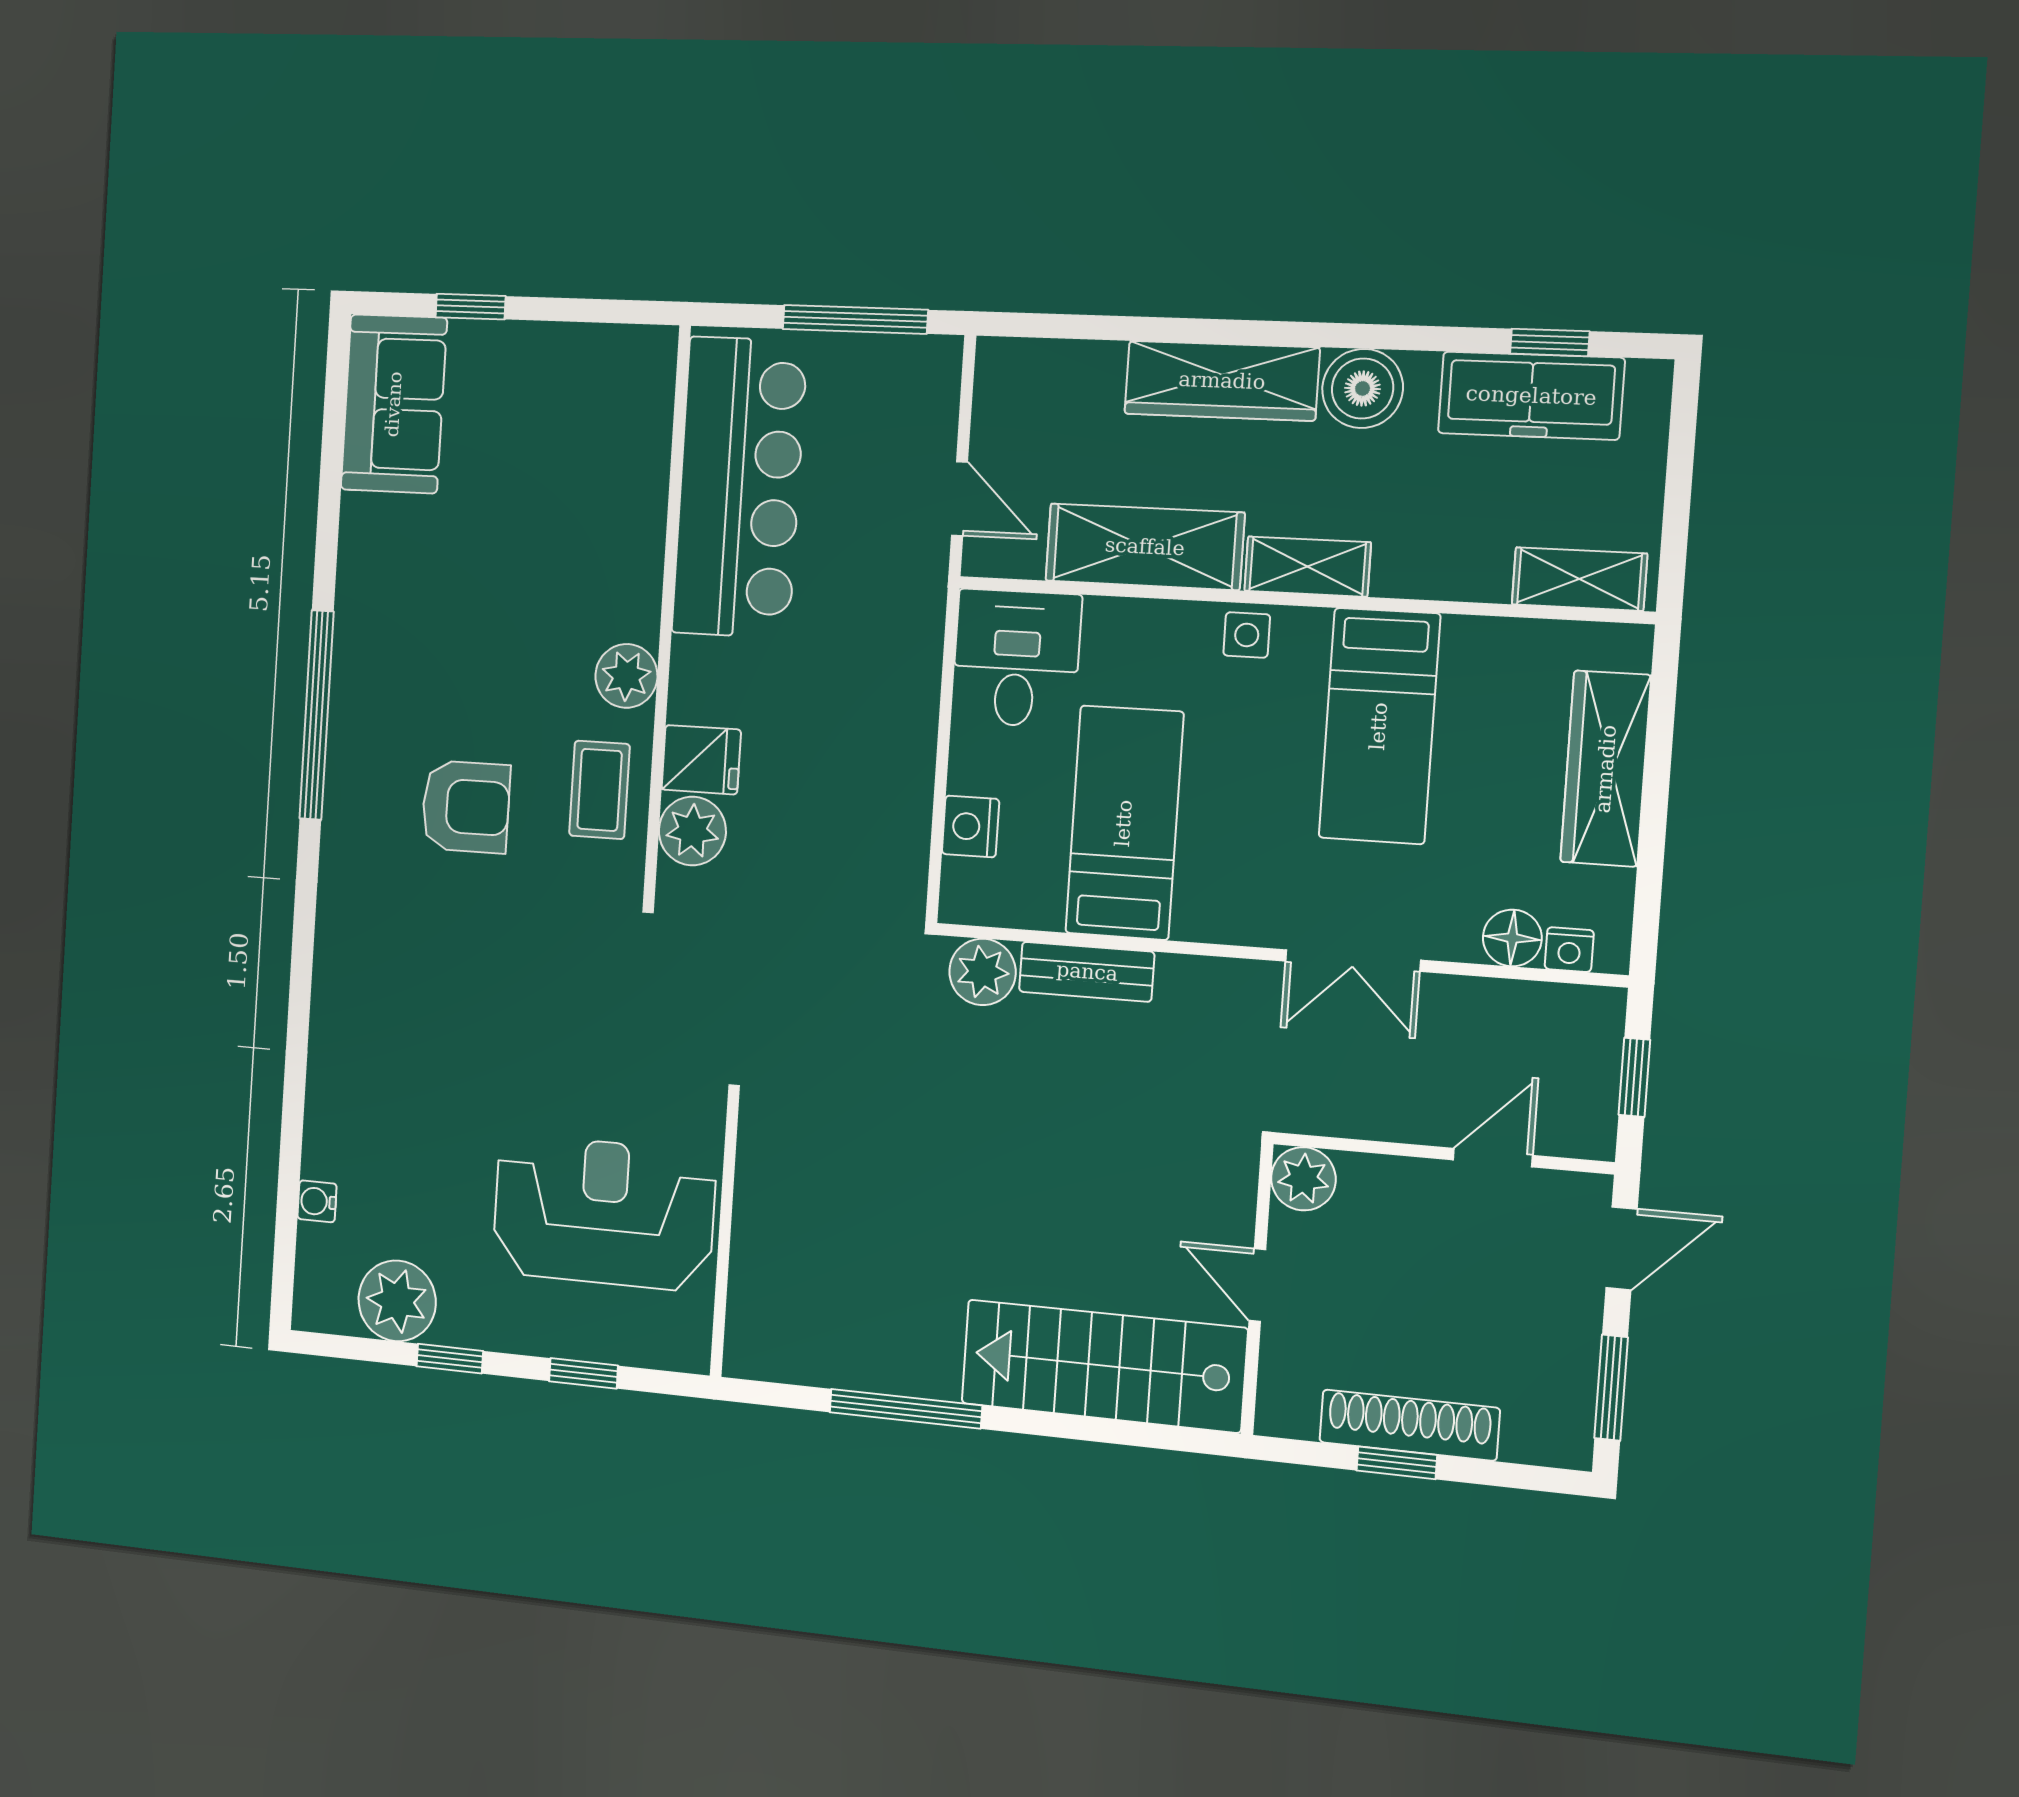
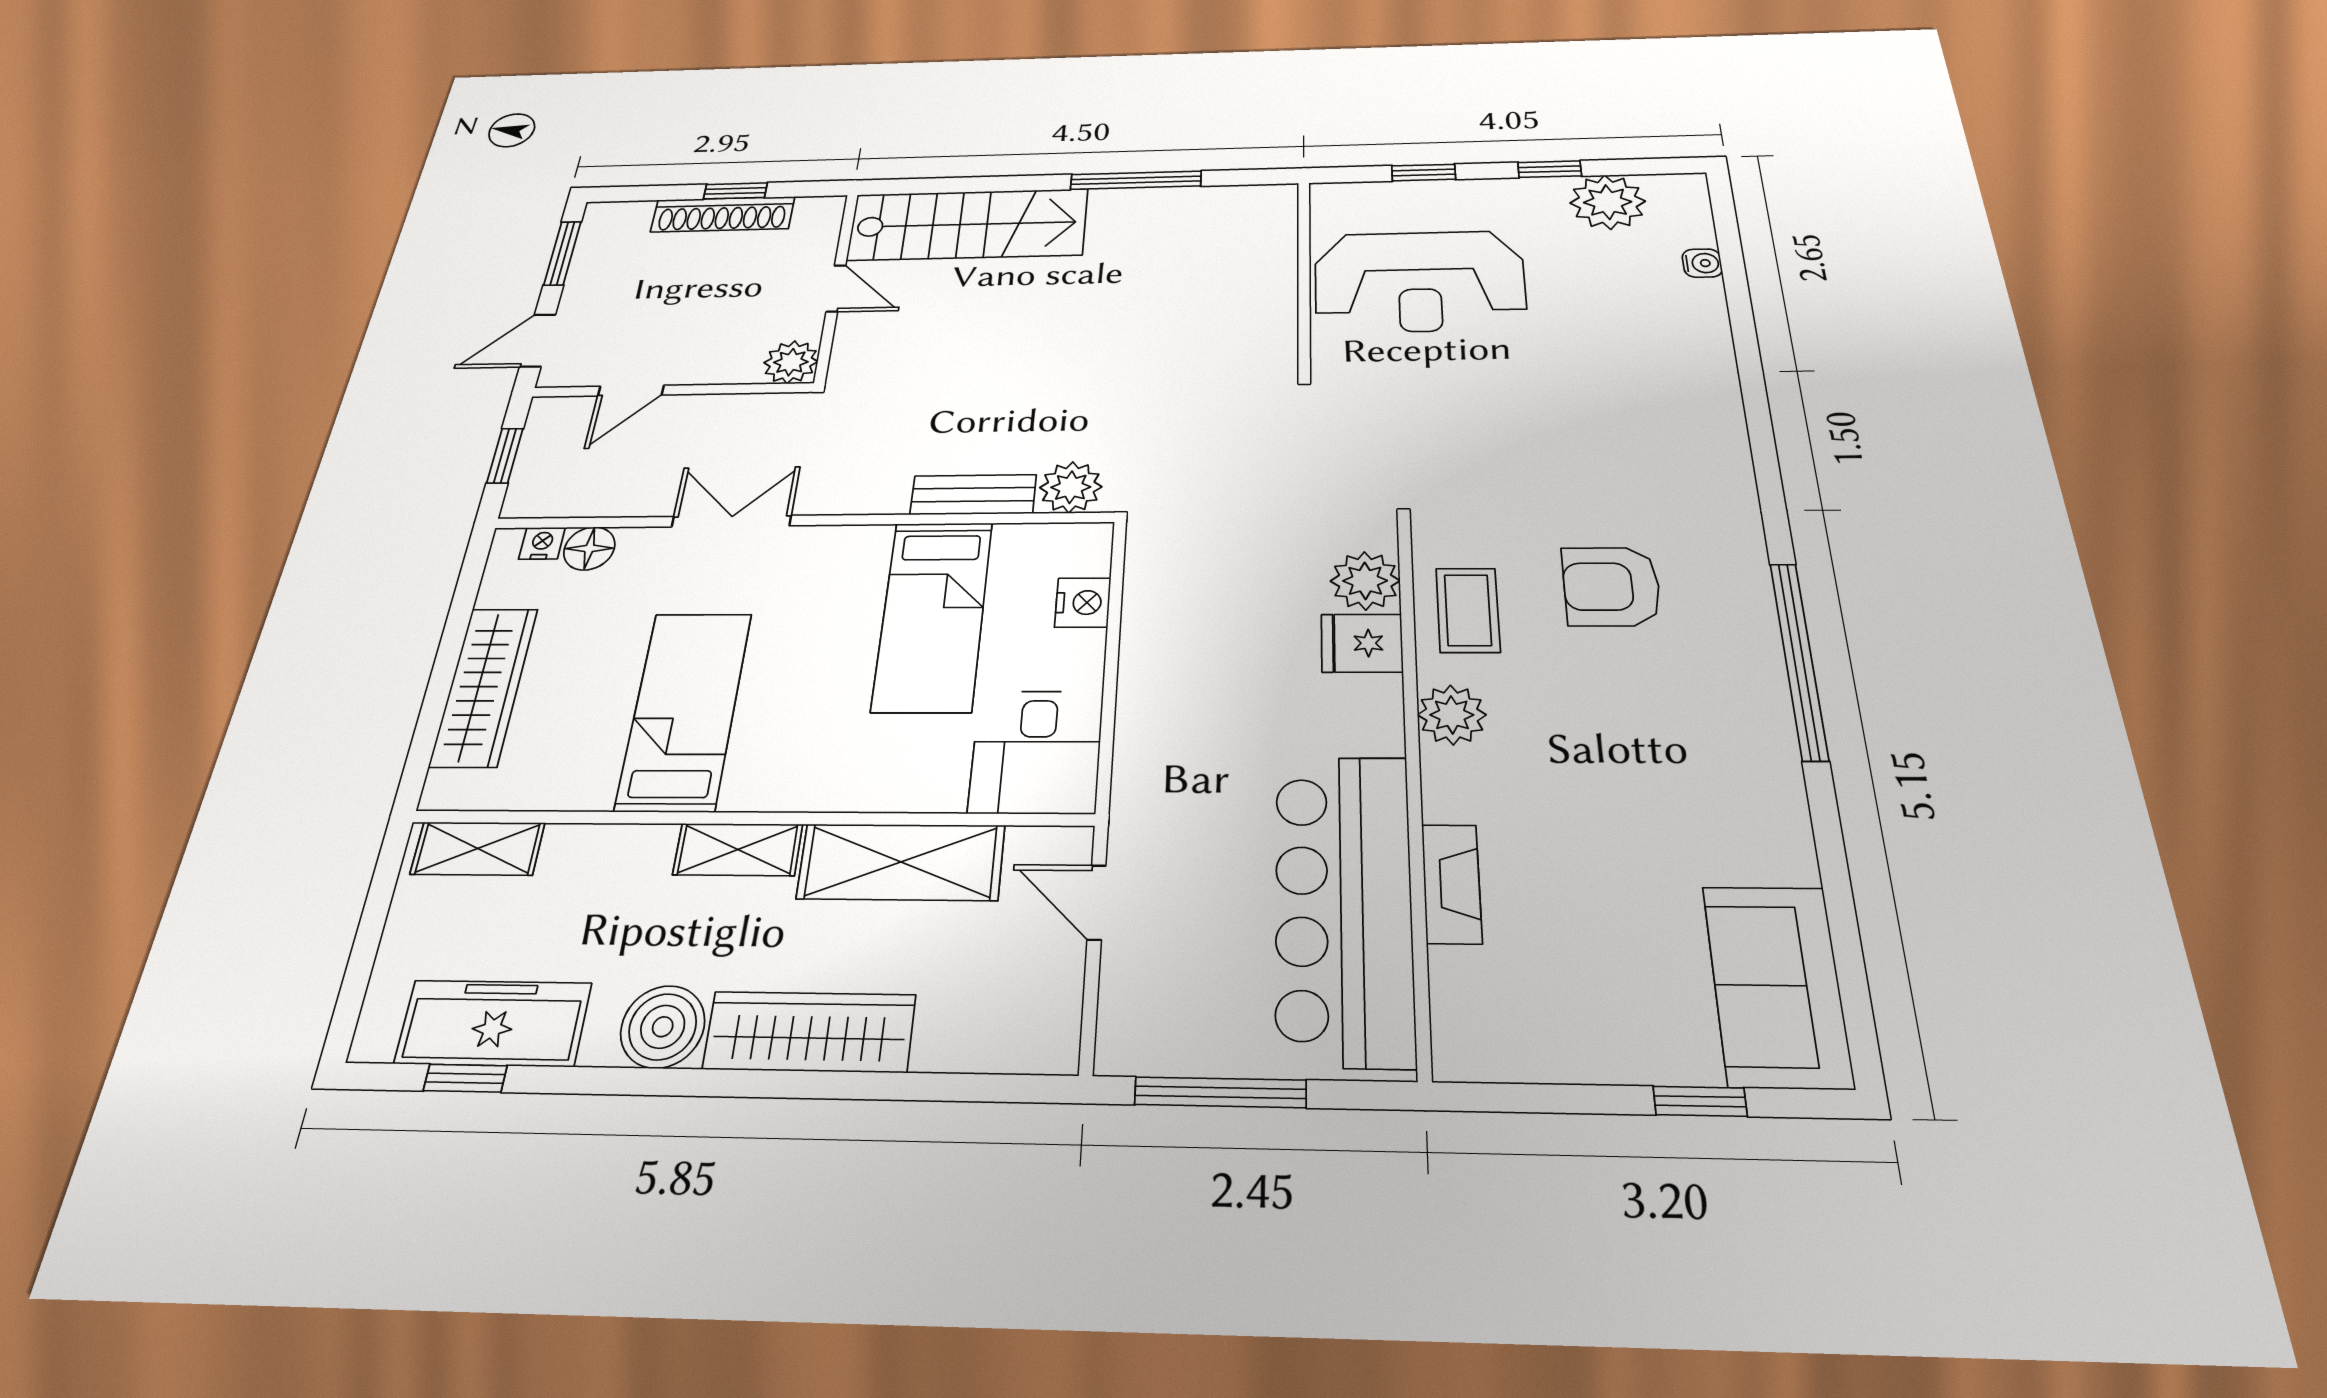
fireplace: (645, 505) -> (1452, 884), added
side table: (1247, 635) -> (804, 784), removed

